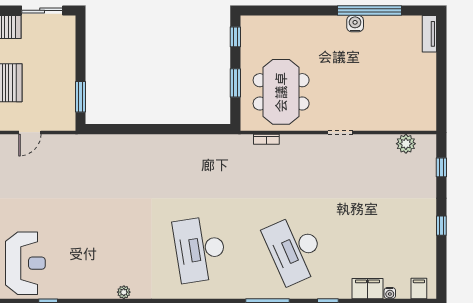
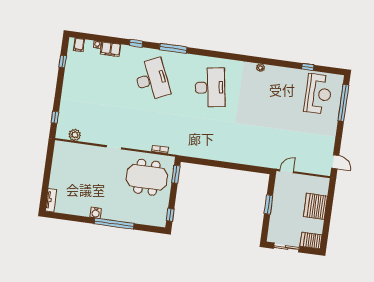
window: (370, 10) -> (114, 224), moved
window: (235, 83) -> (176, 174), moved
meeting table: (281, 92) -> (147, 177), turned 90
window: (81, 97) -> (268, 204), moved
door: (30, 132) -> (287, 171), moved
window: (441, 226) -> (63, 61), moved
reception desk: (25, 263) -> (318, 94), turned 180

